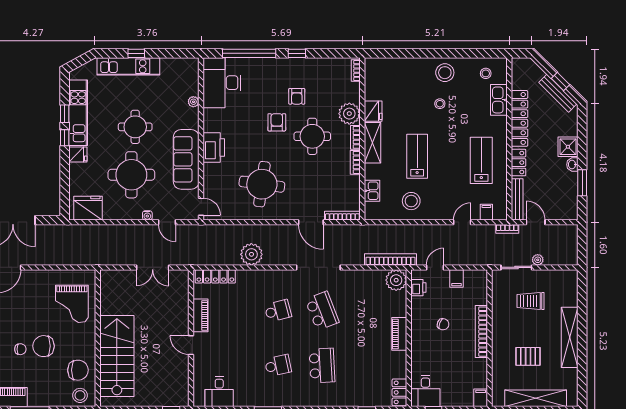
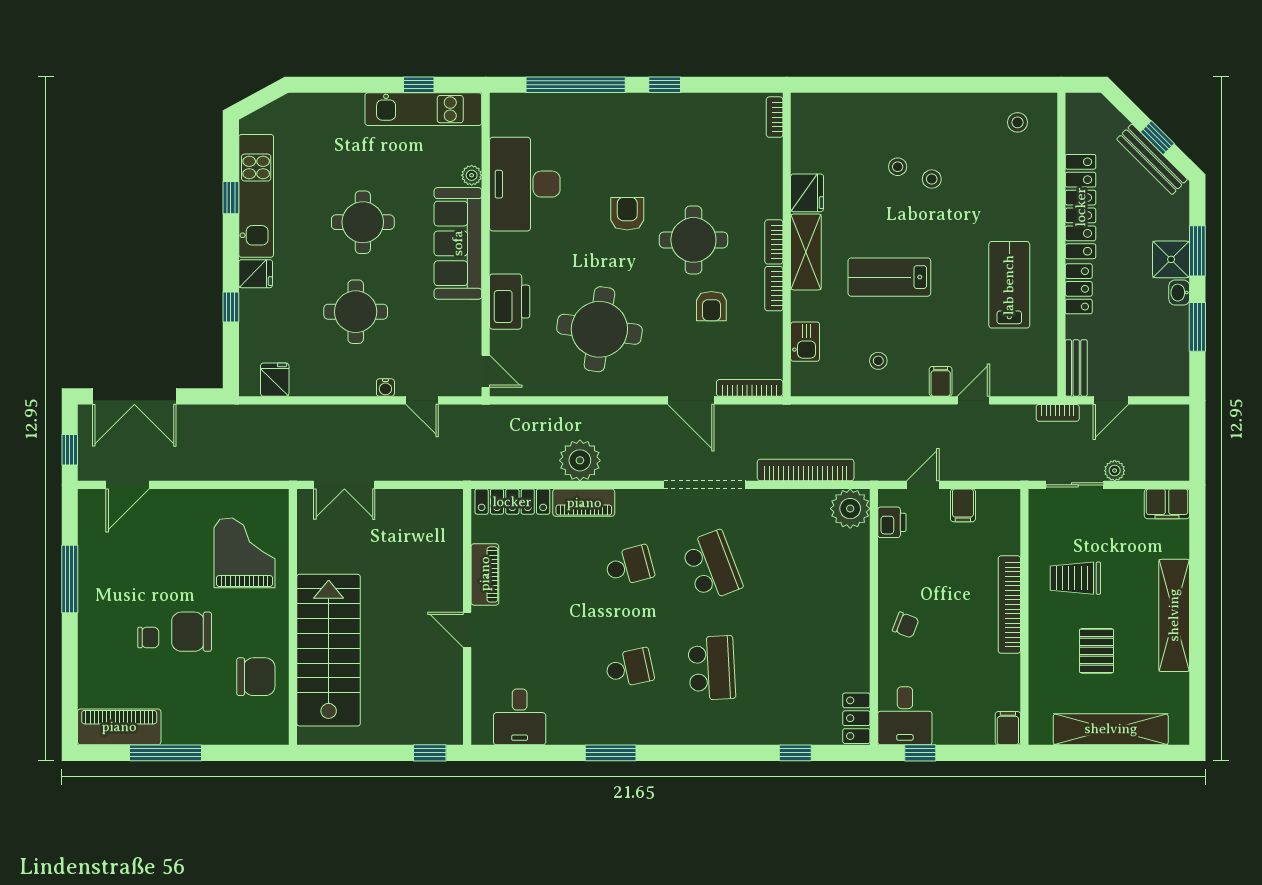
window: (136, 53) -> (419, 85), moved
kitchen unit: (128, 66) -> (423, 109), moved
stool: (445, 73) -> (898, 167), moved, width x0.53, depth x0.53
desk: (222, 83) -> (525, 184), moved
armchair: (297, 96) -> (711, 306), moved
kitchen sink: (499, 100) -> (1042, 172), removed
plant: (349, 114) -> (763, 197), removed
window: (65, 138) -> (231, 307), moved
window: (582, 142) -> (1197, 251), added
printer: (214, 148) -> (510, 302), moved
lab bench: (417, 156) -> (889, 277), turned -90
sofa: (186, 159) -> (458, 243), moved
round table: (131, 175) -> (356, 312), width x0.73, depth x0.73
bench: (517, 199) -> (1076, 368), width x0.73
stool: (411, 201) -> (878, 361), width x0.53, depth x0.53
fridge: (88, 208) -> (275, 380), width x0.53, depth x0.75
filing cabinet: (486, 212) -> (941, 381), moved
door: (536, 222) -> (1111, 400), swing flipped
bookcase: (390, 259) -> (806, 470), moved
double door: (153, 267) -> (344, 485), moved
filing cabinet: (566, 278) -> (1167, 504), added
trolley: (531, 301) -> (1075, 578), moved
grand piano: (72, 304) -> (245, 553), turned 180
chair: (443, 324) -> (906, 625), moved
piano: (399, 334) -> (584, 503), moved, turned -90
pallet: (528, 356) -> (1097, 651), turned 90
stool: (80, 395) -> (260, 724), removed

